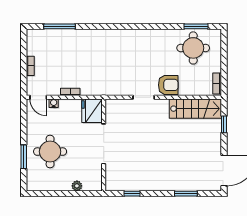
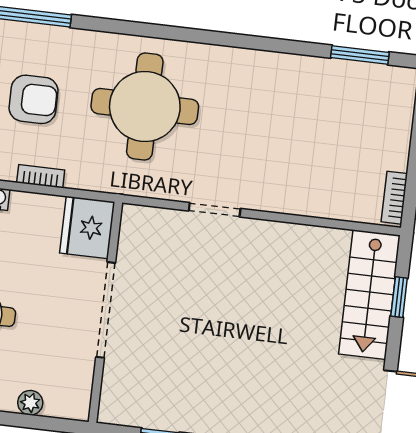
round table: (193, 48) -> (145, 106), moved, width x1.36, depth x1.36
armchair: (168, 85) -> (34, 99), moved
stairs: (195, 109) -> (369, 295), moved, turned 90

